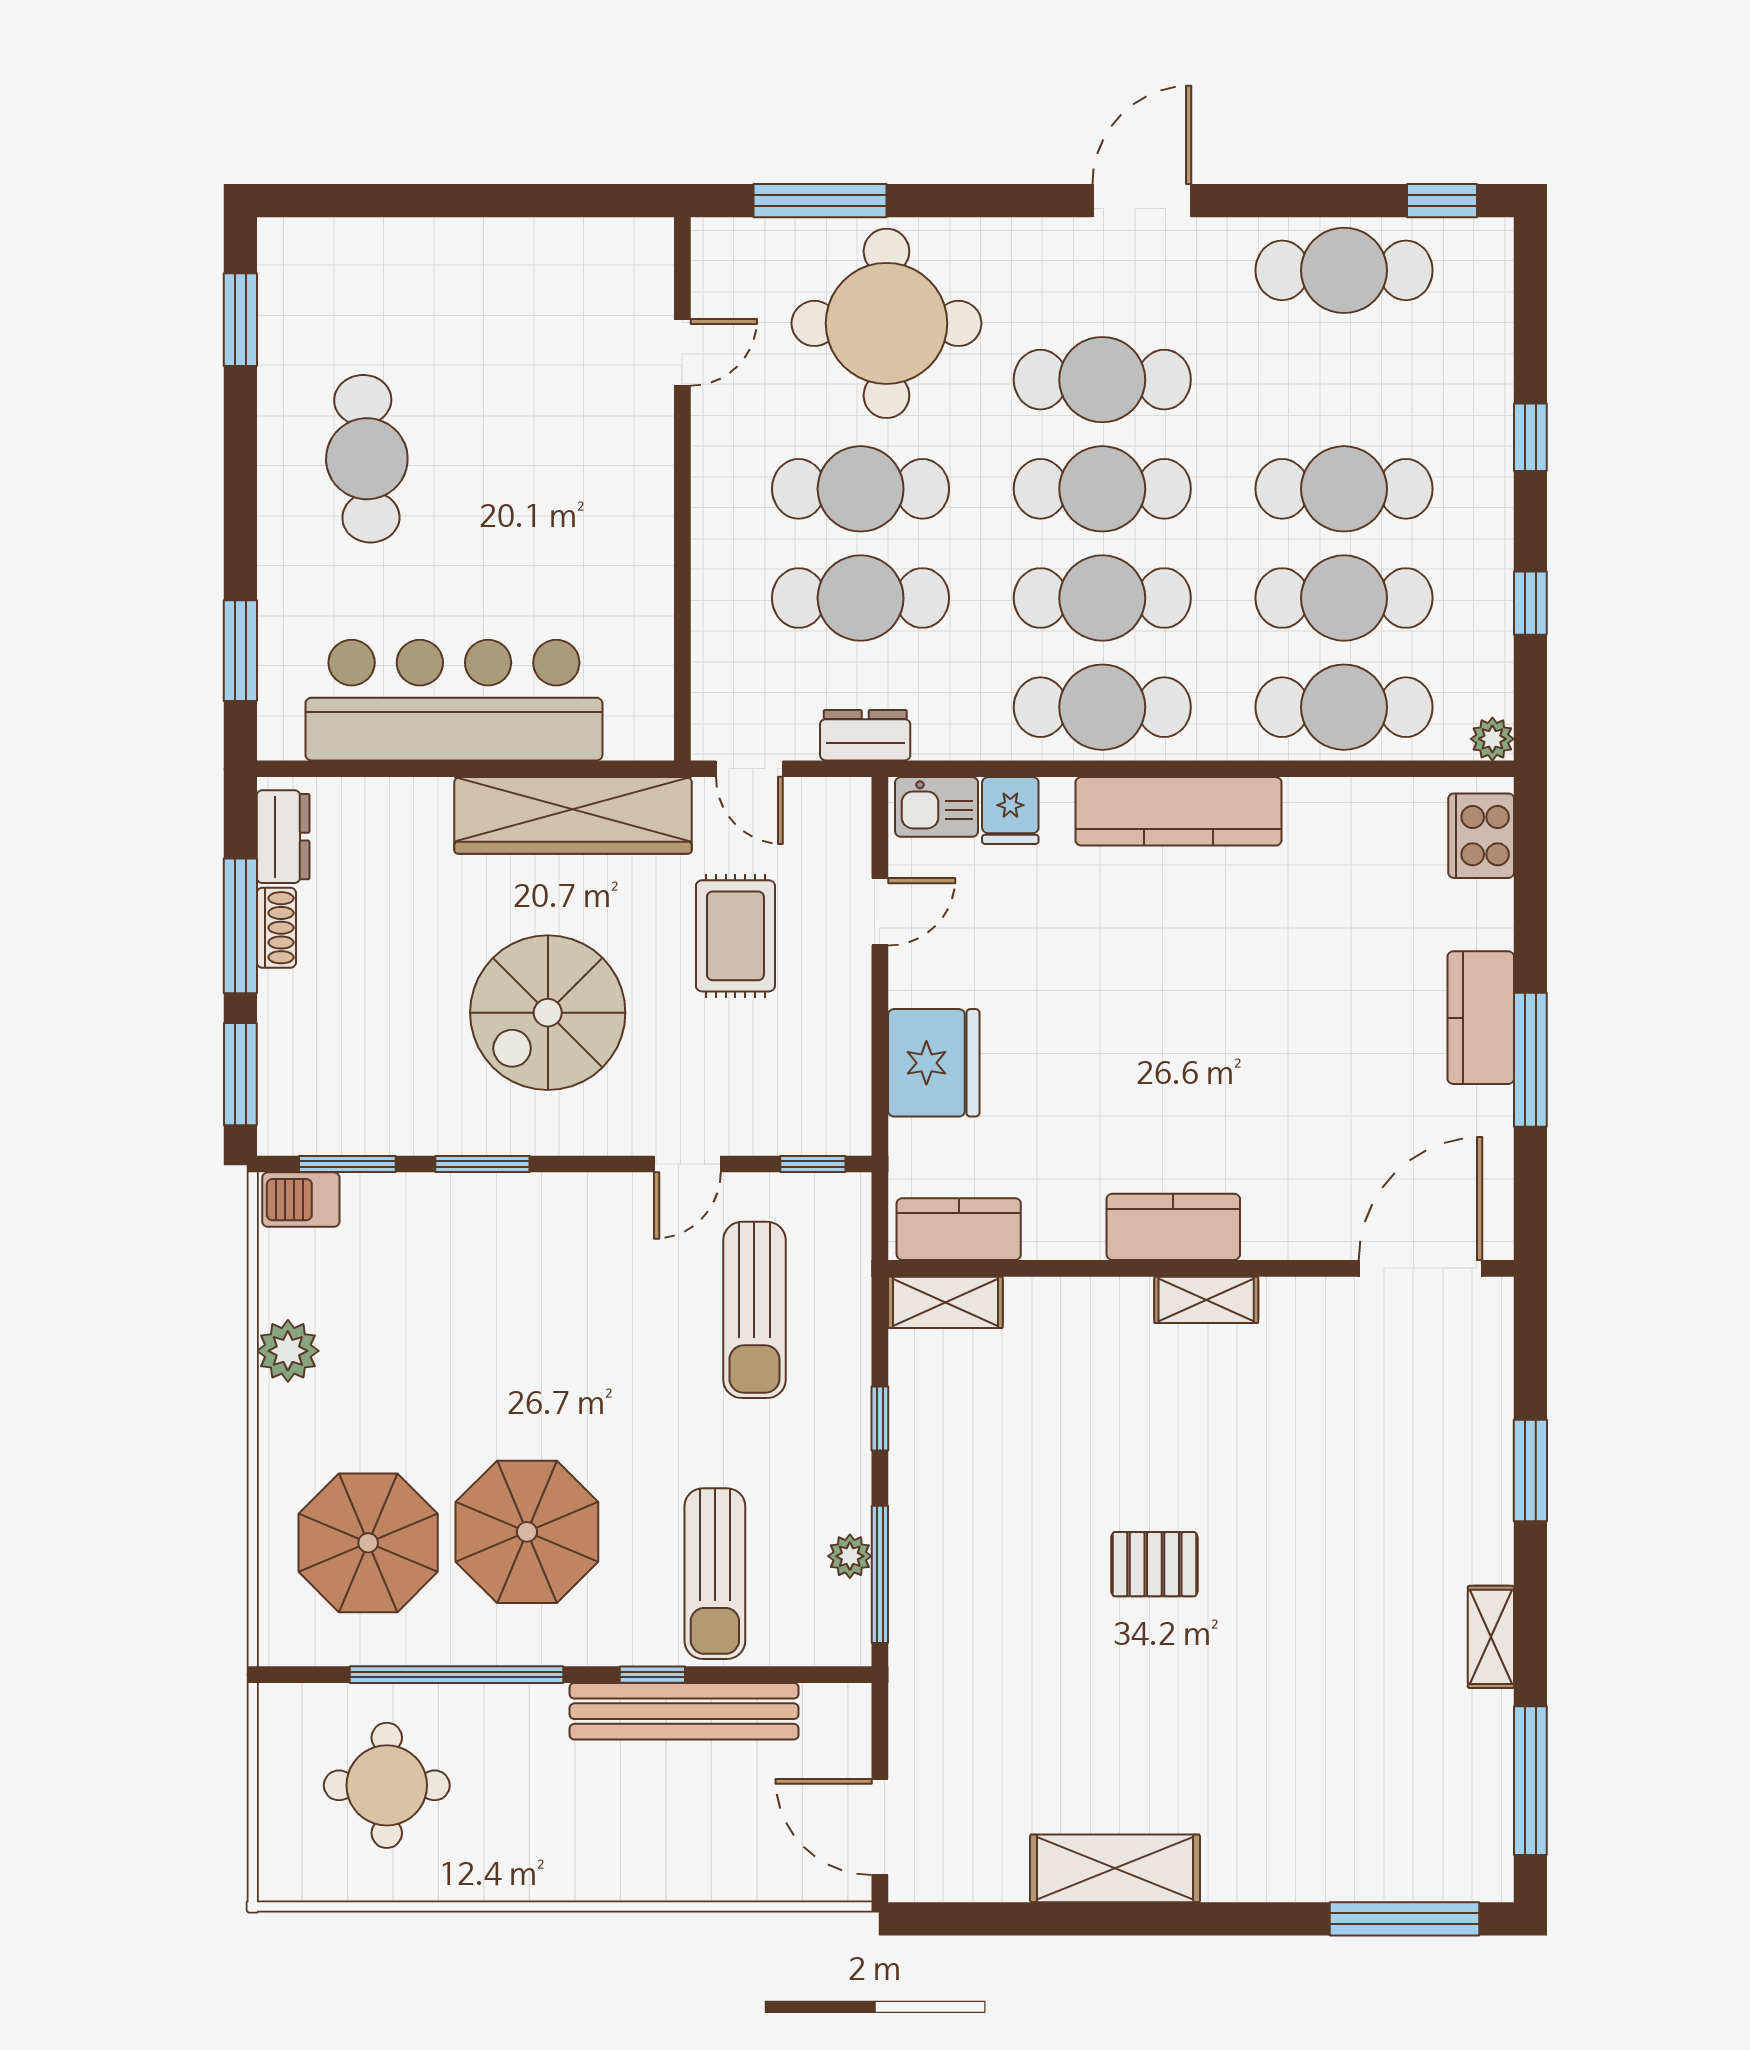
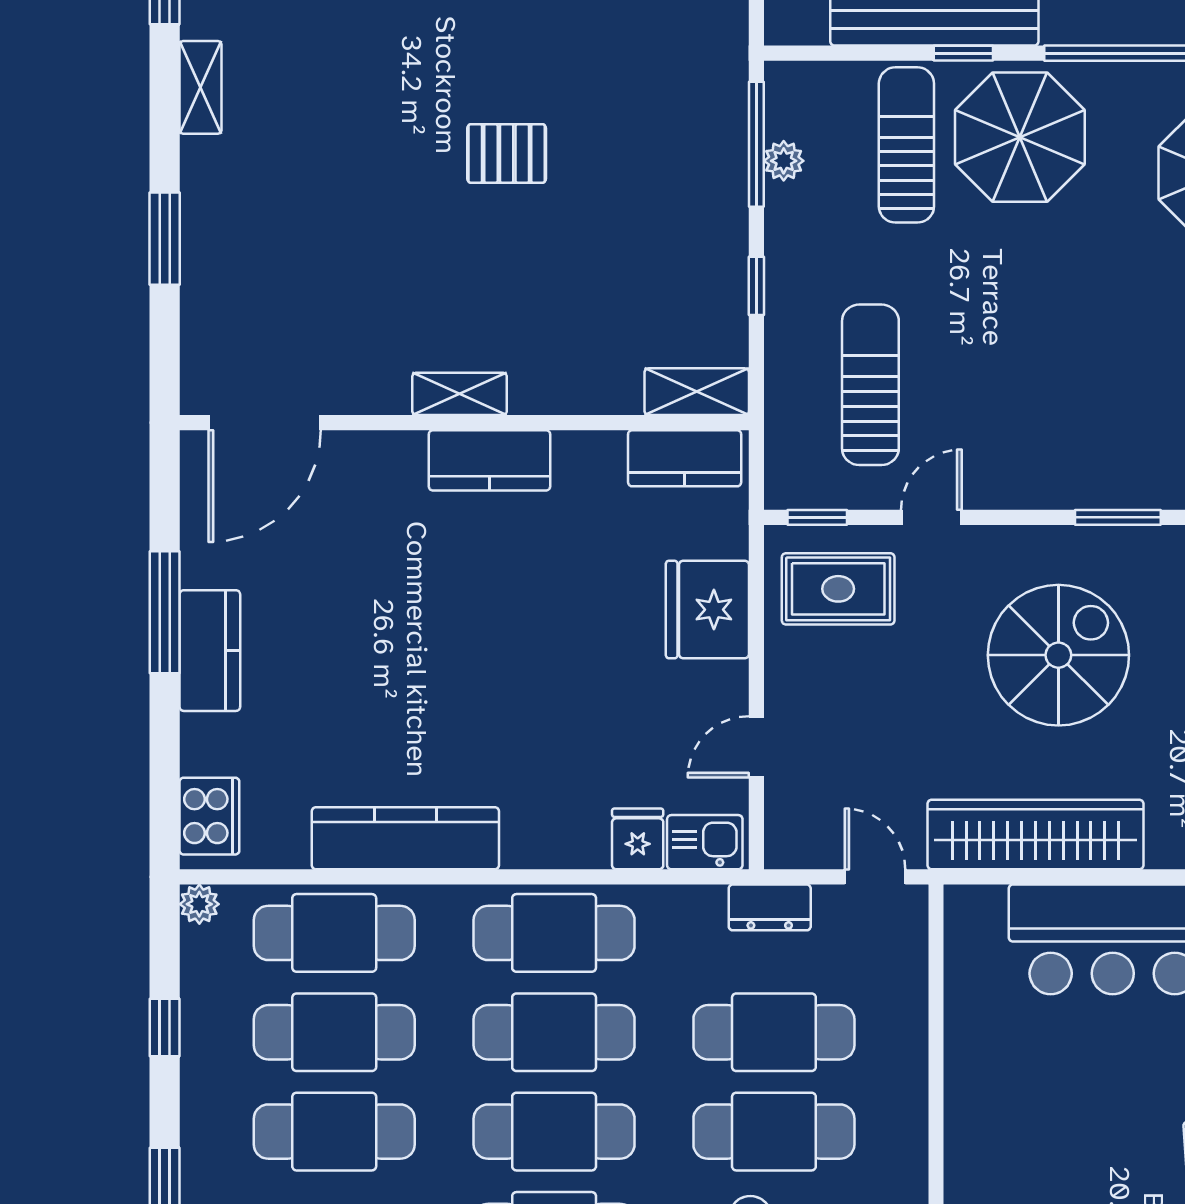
kitchen counter: (1178, 811) -> (405, 838), moved
rug: (735, 936) -> (838, 589), moved, turned 90
parasol: (527, 1532) -> (1020, 137), moved

